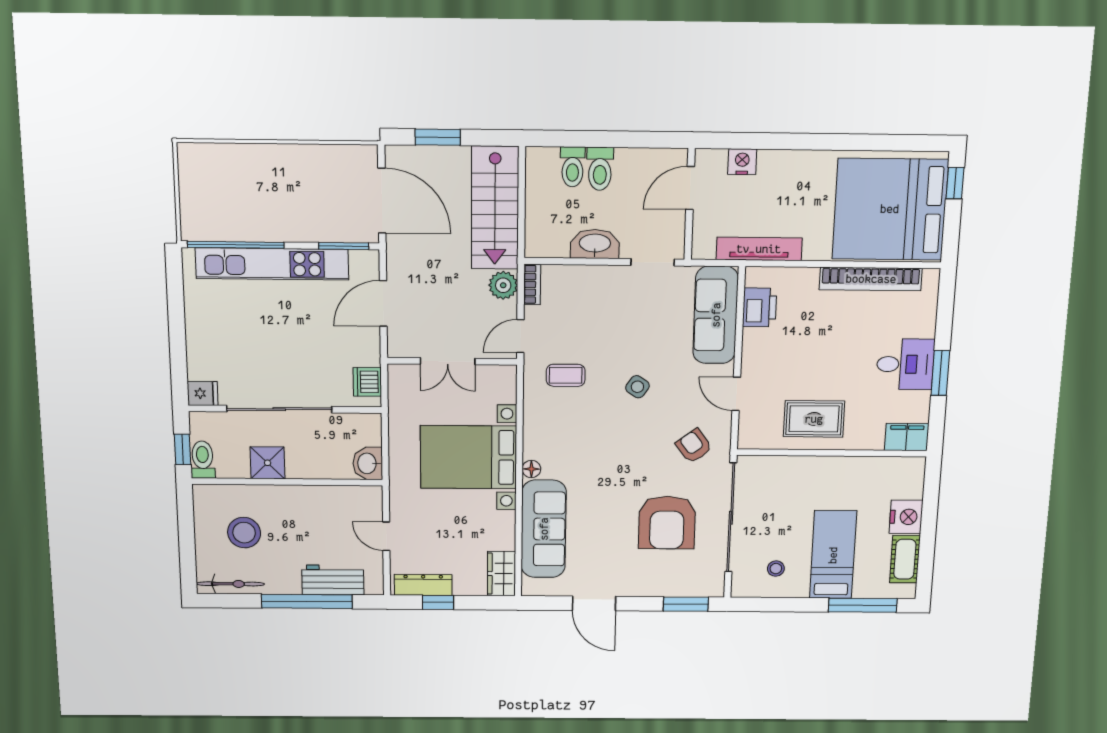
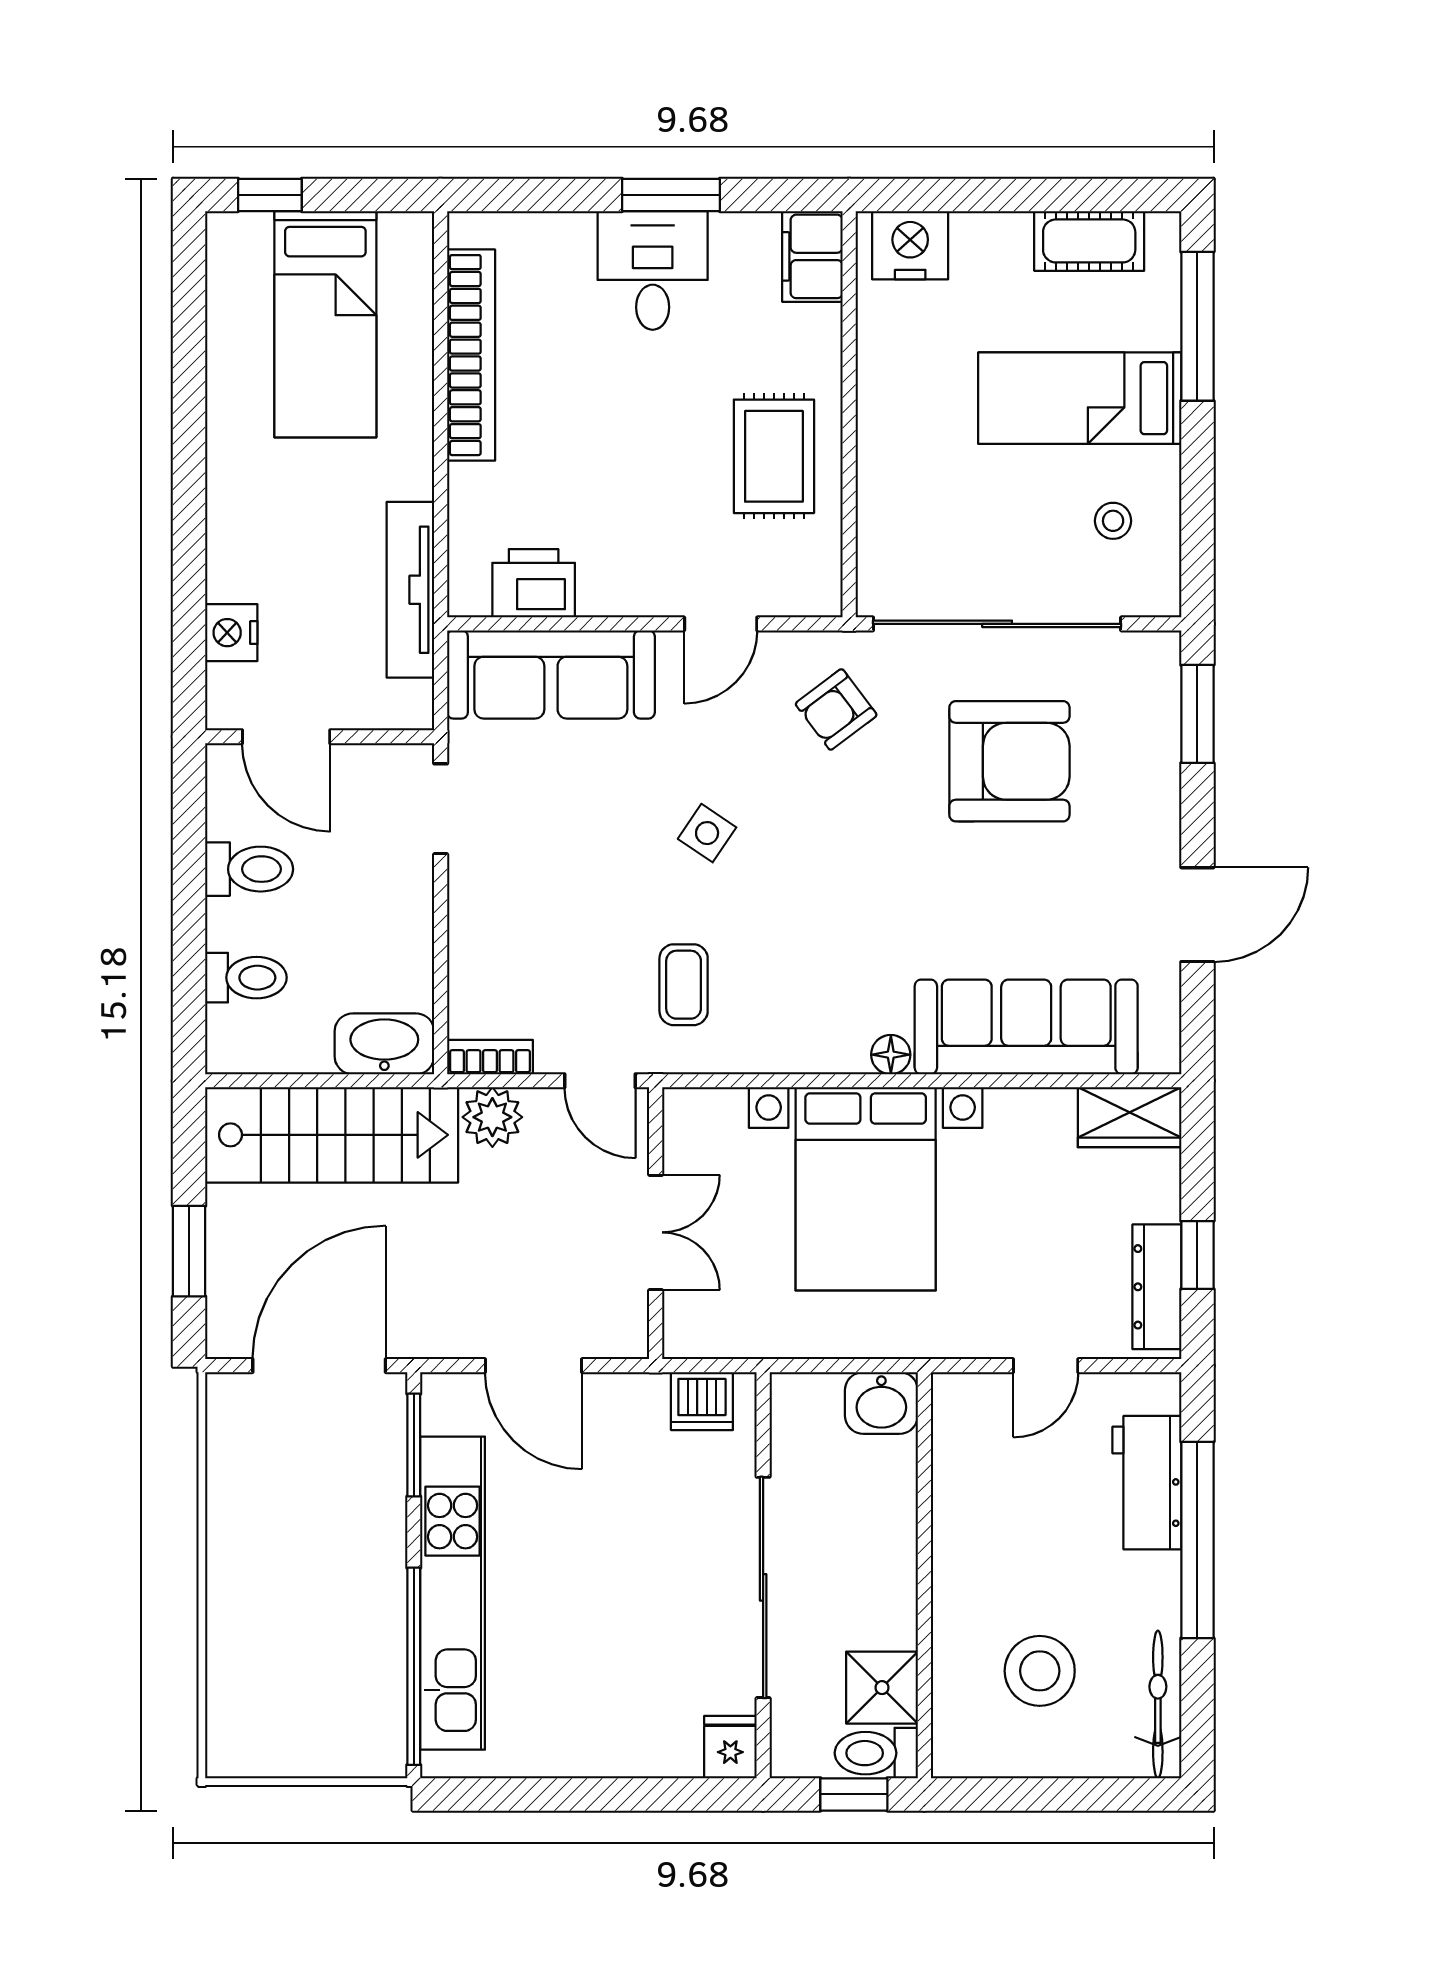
toilet: (600, 169) -> (249, 869), moved
bed: (890, 209) -> (325, 324), width x0.49
washbasin: (595, 244) -> (384, 1044), moved, turned 90
shower: (268, 463) -> (882, 1688), moved
nightstand: (906, 517) -> (910, 245), moved

